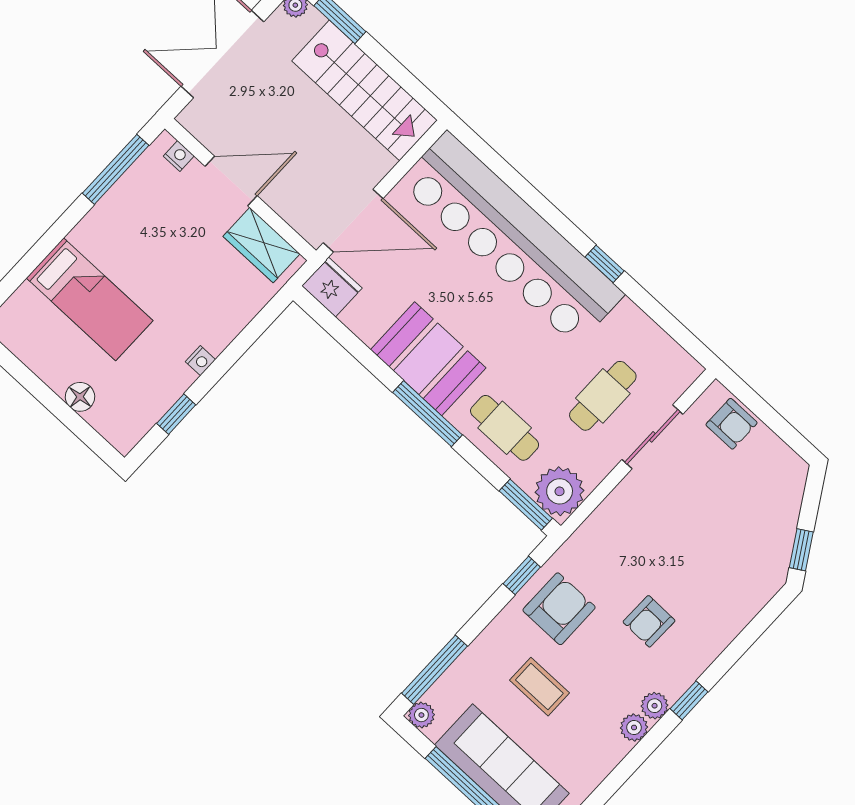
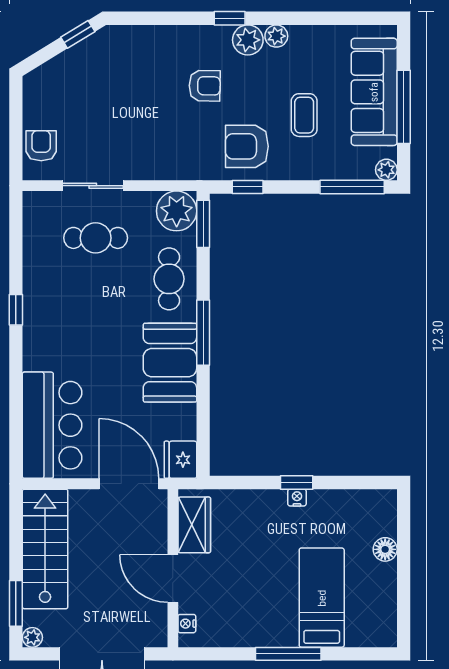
window: (116, 169) -> (288, 654), moved
bar counter: (512, 238) -> (52, 425), width x0.54
window: (176, 414) -> (297, 482), moved
plant: (655, 706) -> (248, 40), width x1.38, depth x1.38

